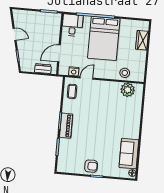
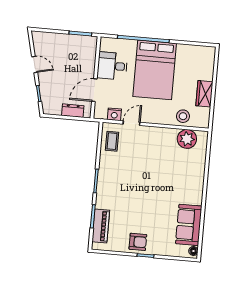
desk: (72, 25) -> (112, 66), moved, turned -90
wardrobe: (142, 40) -> (204, 94), moved
piano: (66, 126) -> (101, 226), moved

